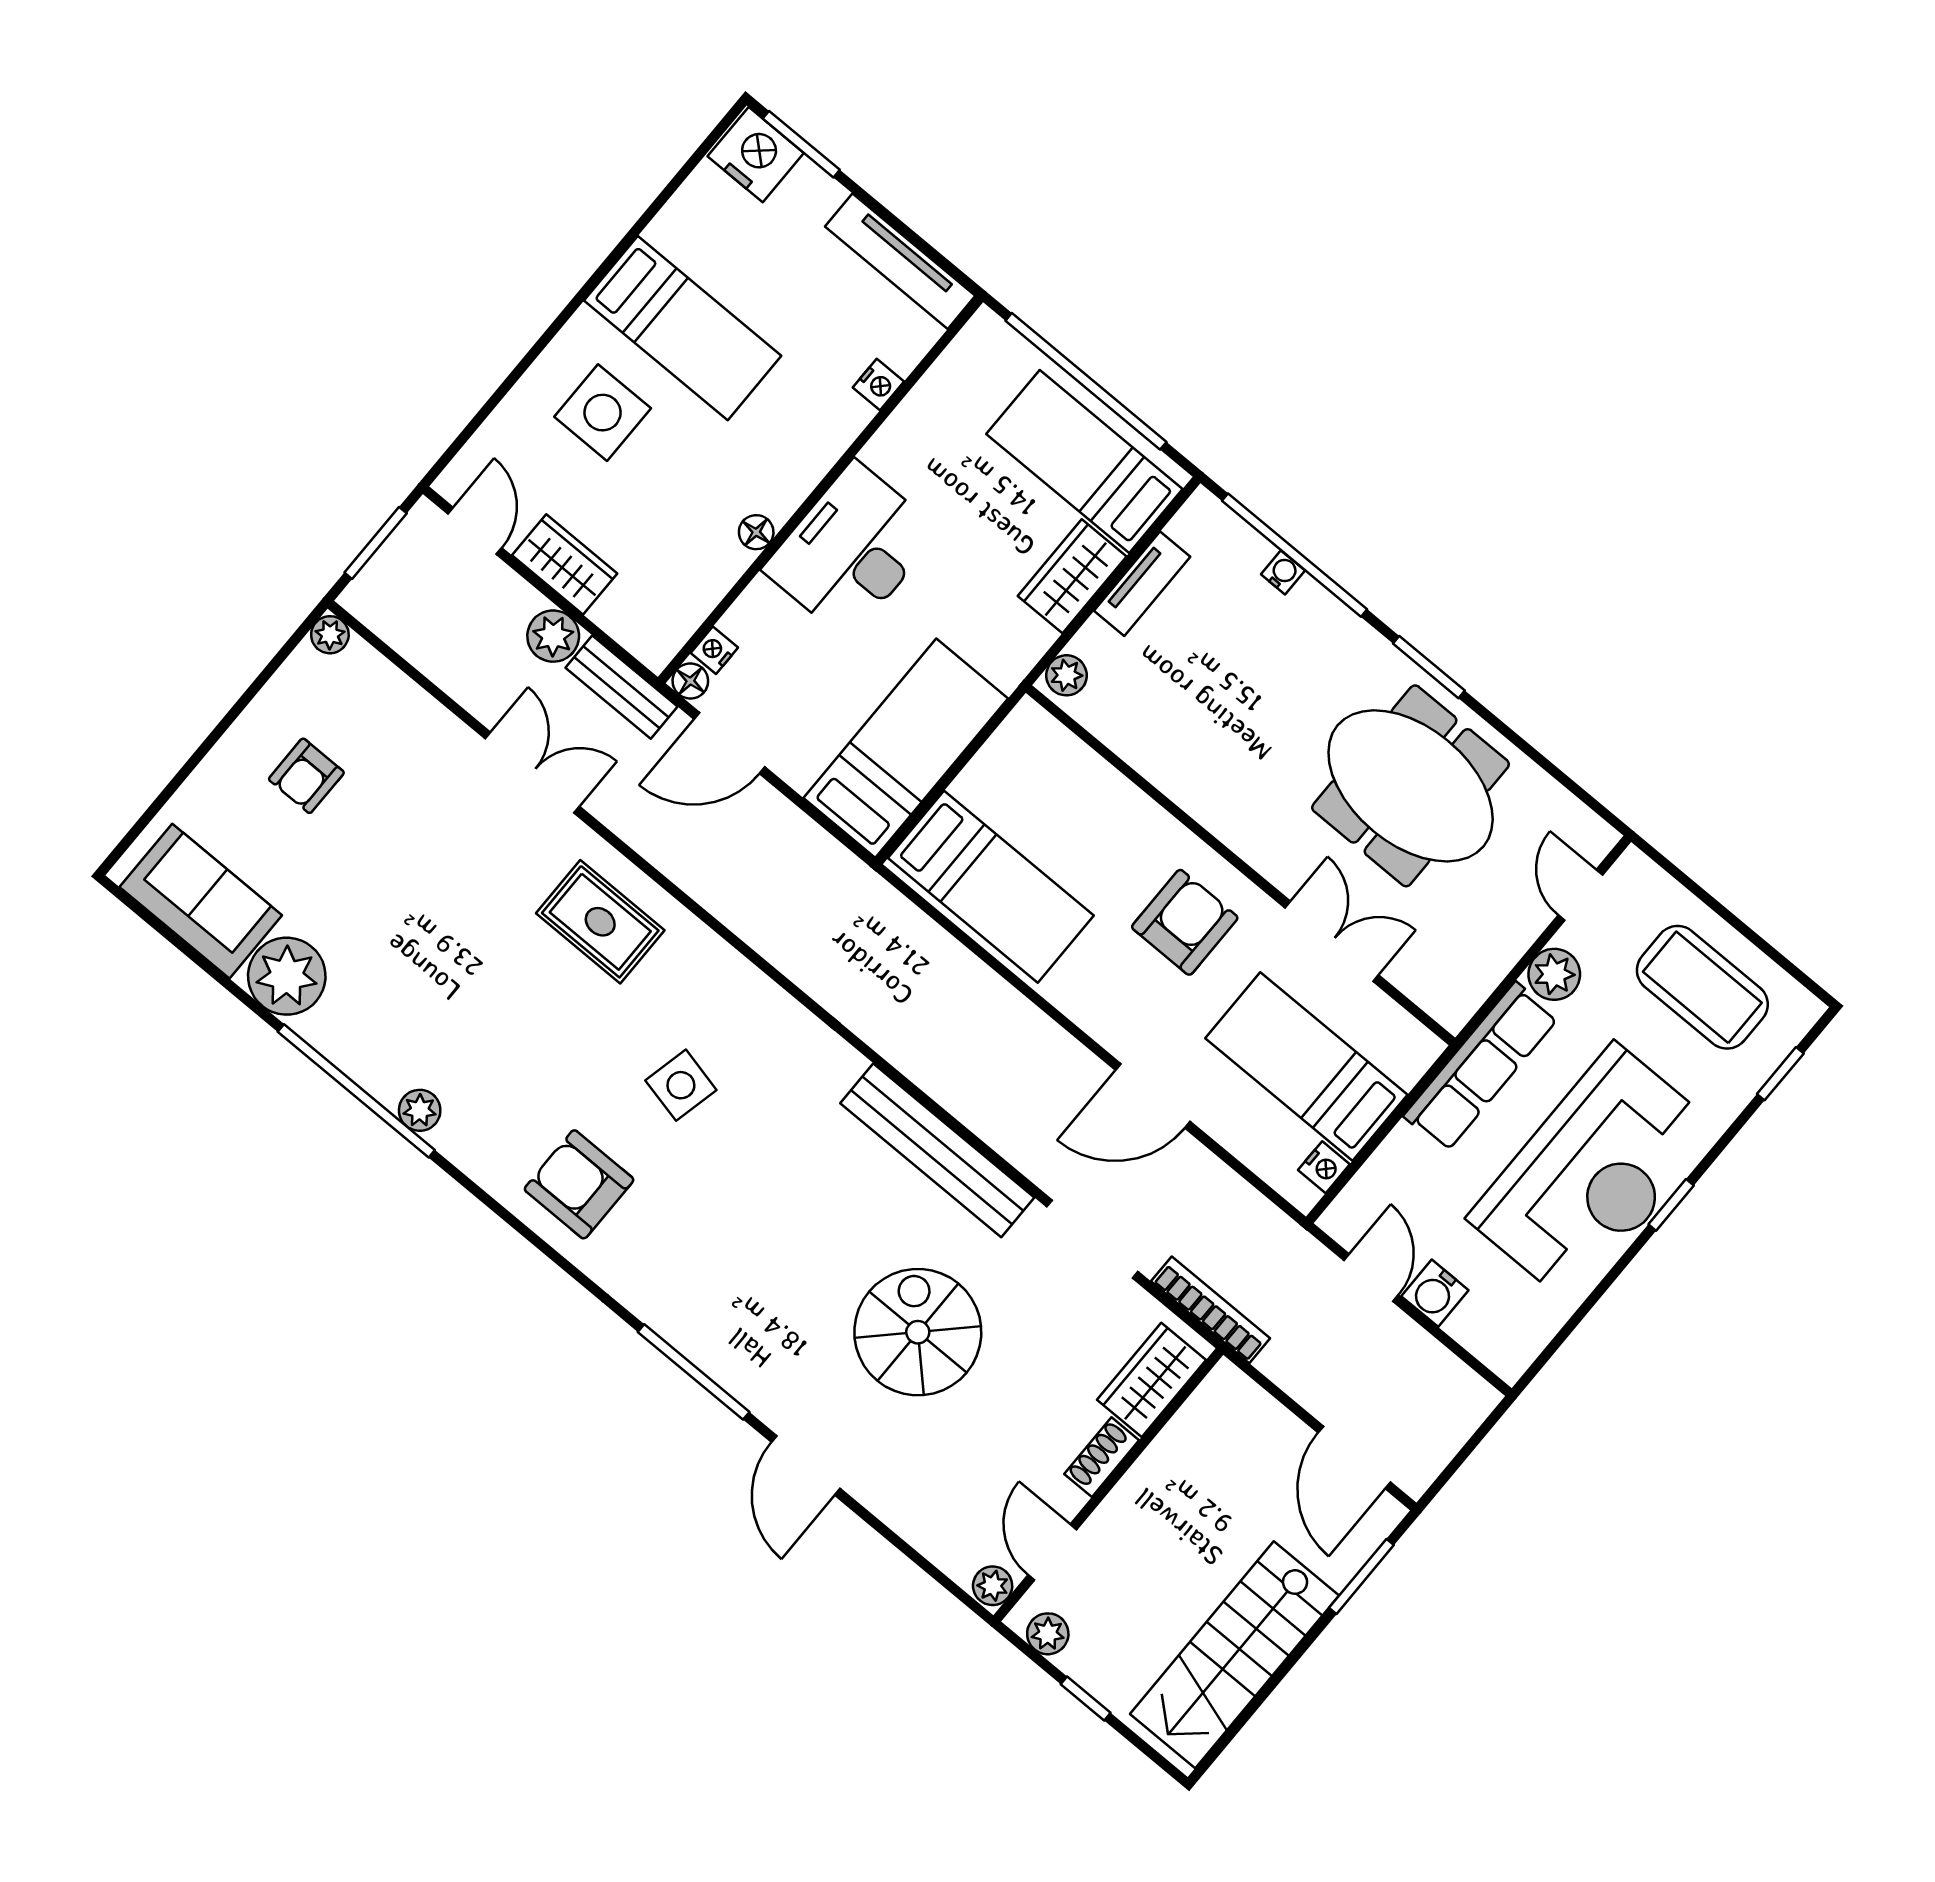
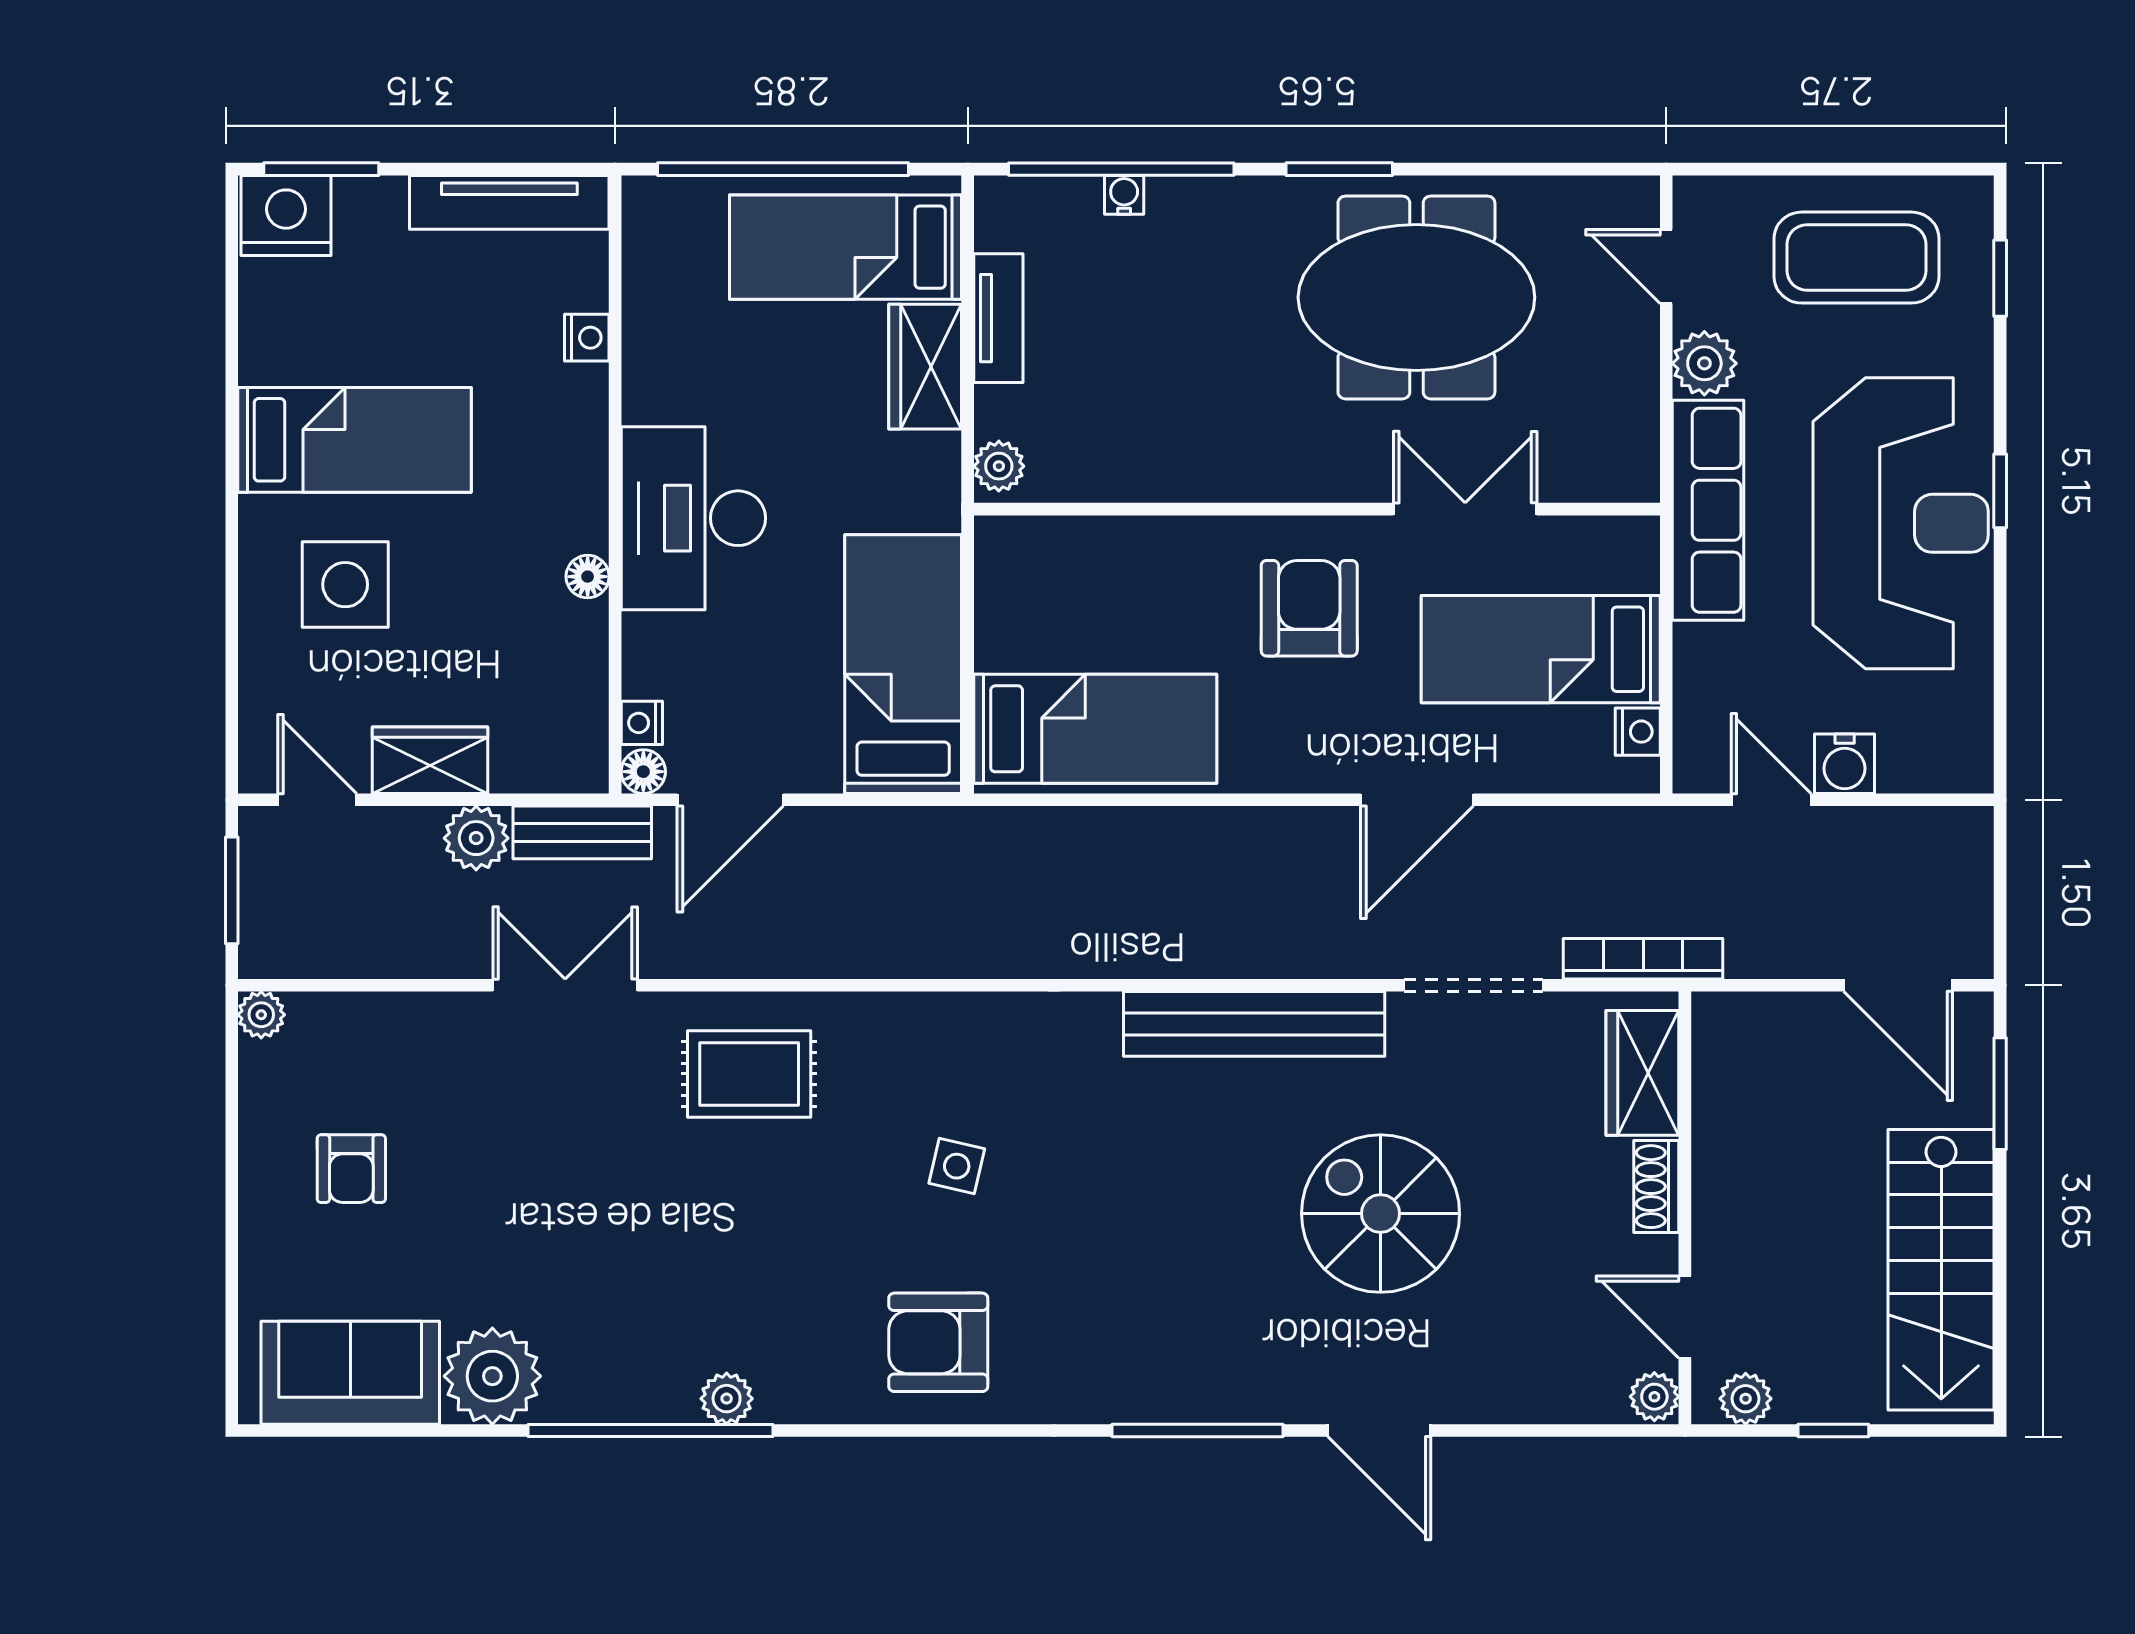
side table: (681, 1085) -> (957, 1166), width x0.73, depth x0.73

